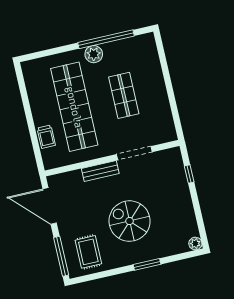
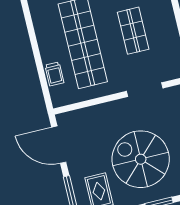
bench: (100, 171) -> (110, 108), removed
spiral stairs: (130, 221) -> (141, 159), width x1.37, depth x1.37

